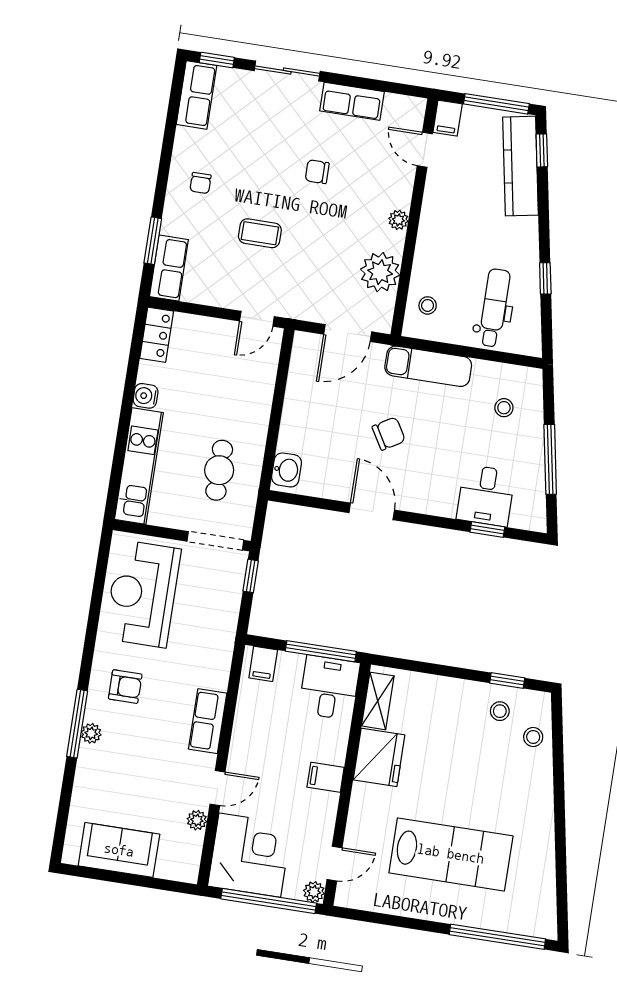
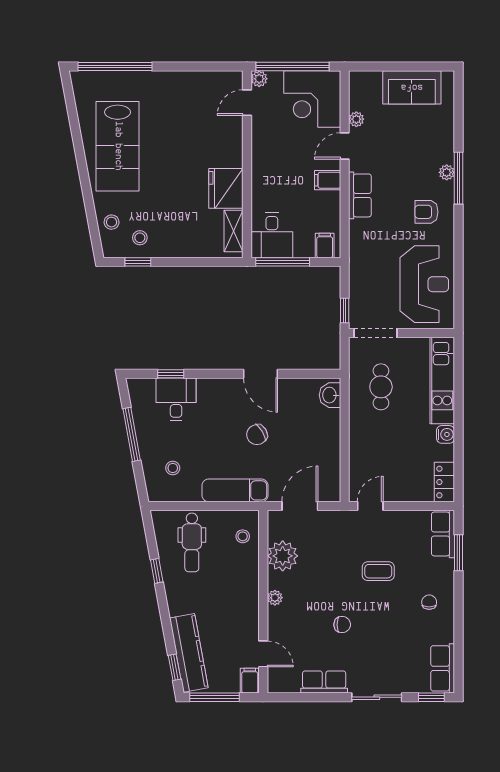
filing cabinet: (326, 777) -> (328, 180), moved, turned 180
lab bench: (451, 854) -> (118, 146), moved, turned -90

